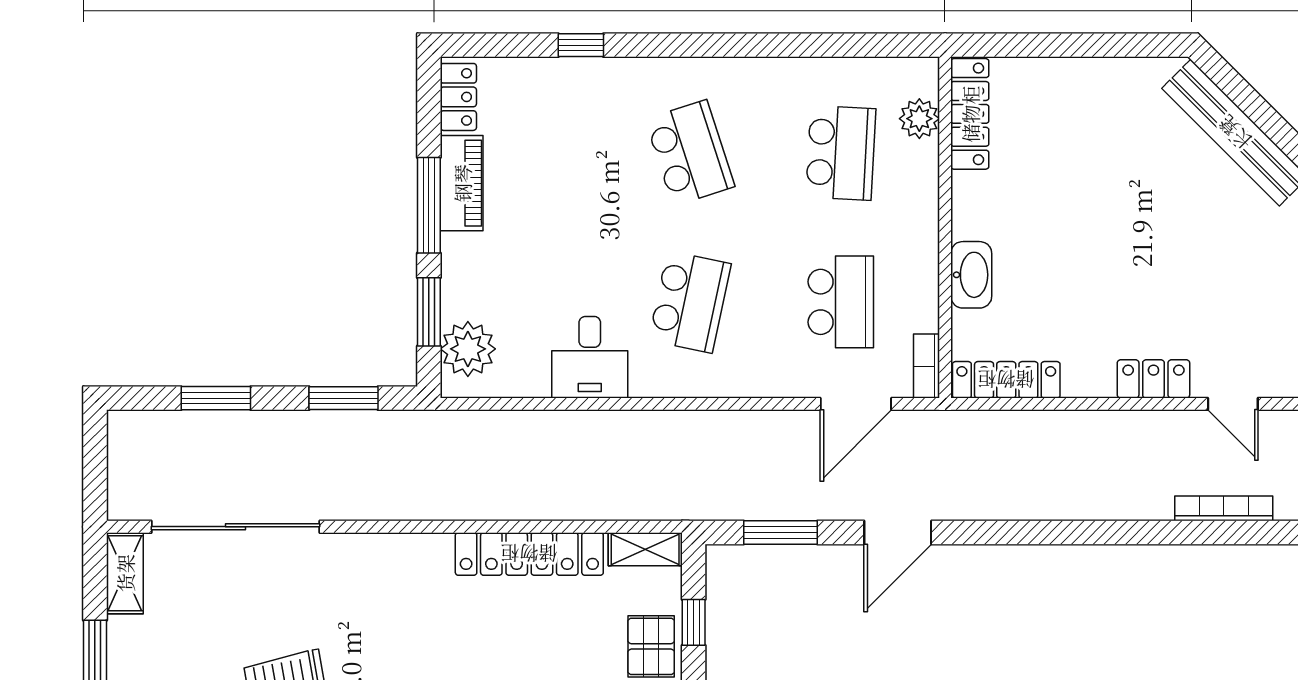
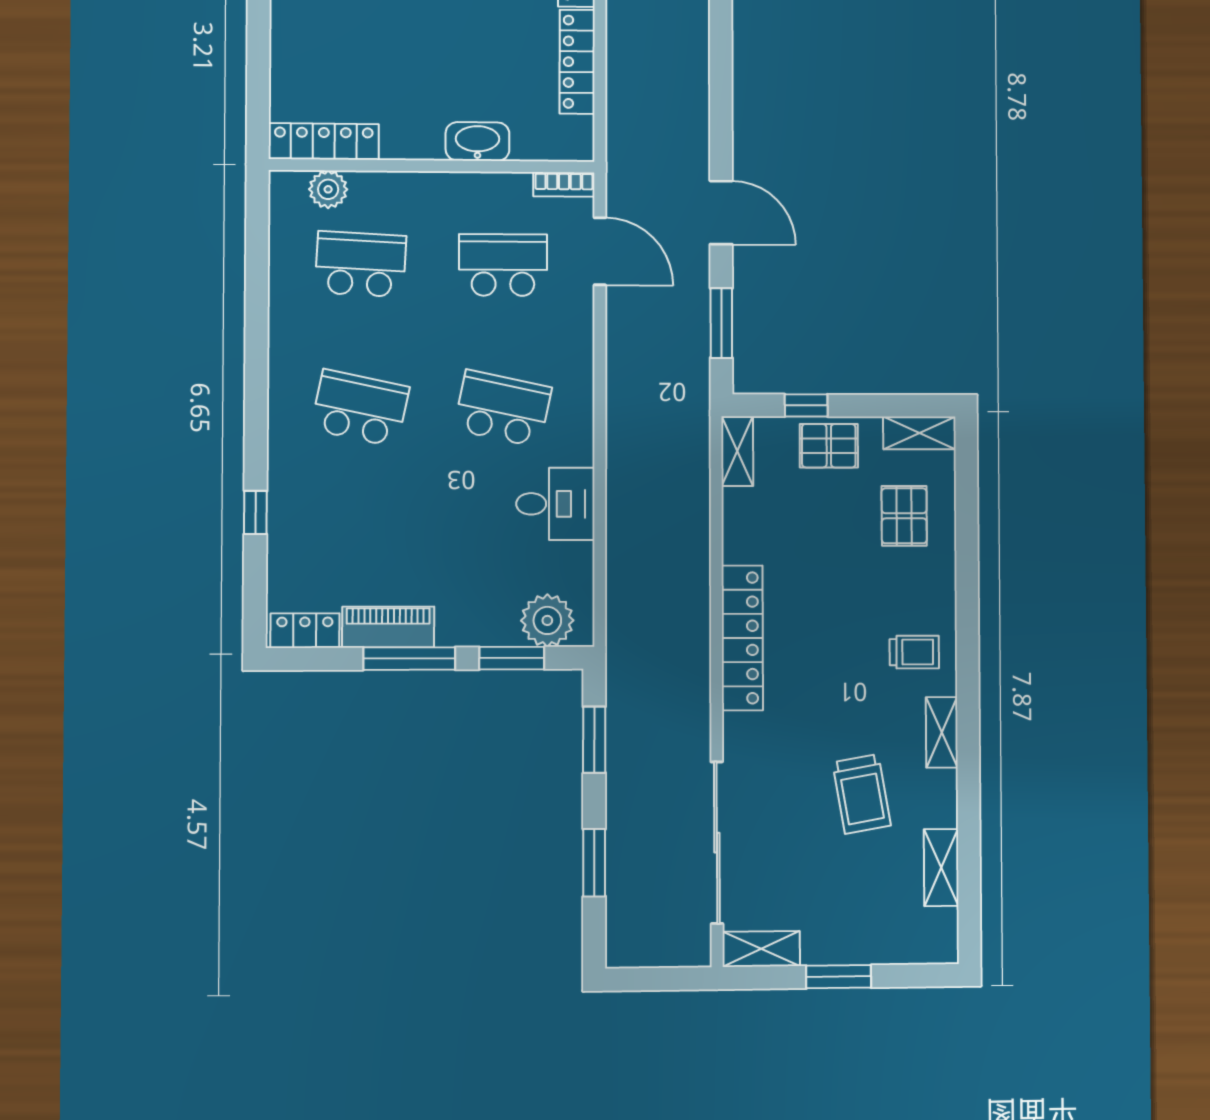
school desk: (690, 153) -> (360, 408), turned 30
locker: (1006, 380) -> (577, 62), moved
locker: (529, 554) -> (742, 638), moved

